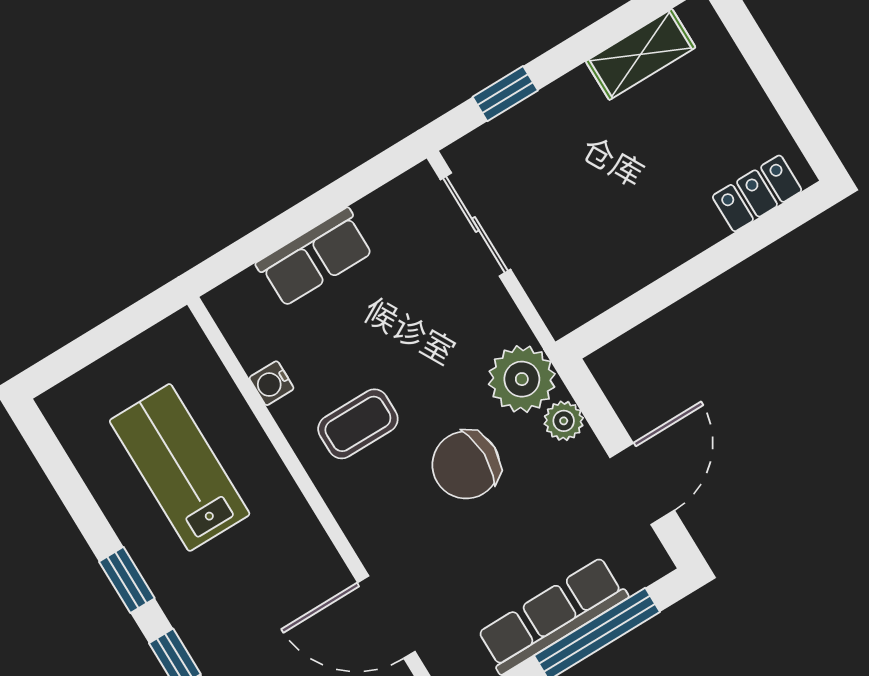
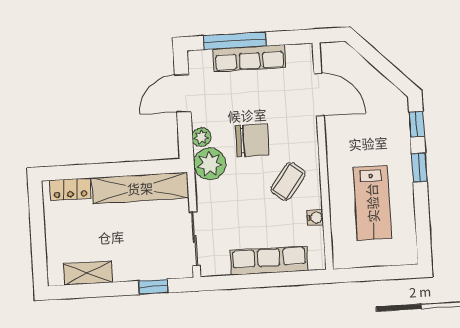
row of seats: (315, 257) -> (269, 261), width x1.48
shelving: (628, 265) -> (140, 188), added
coffee table: (358, 424) -> (288, 181), turned -53

